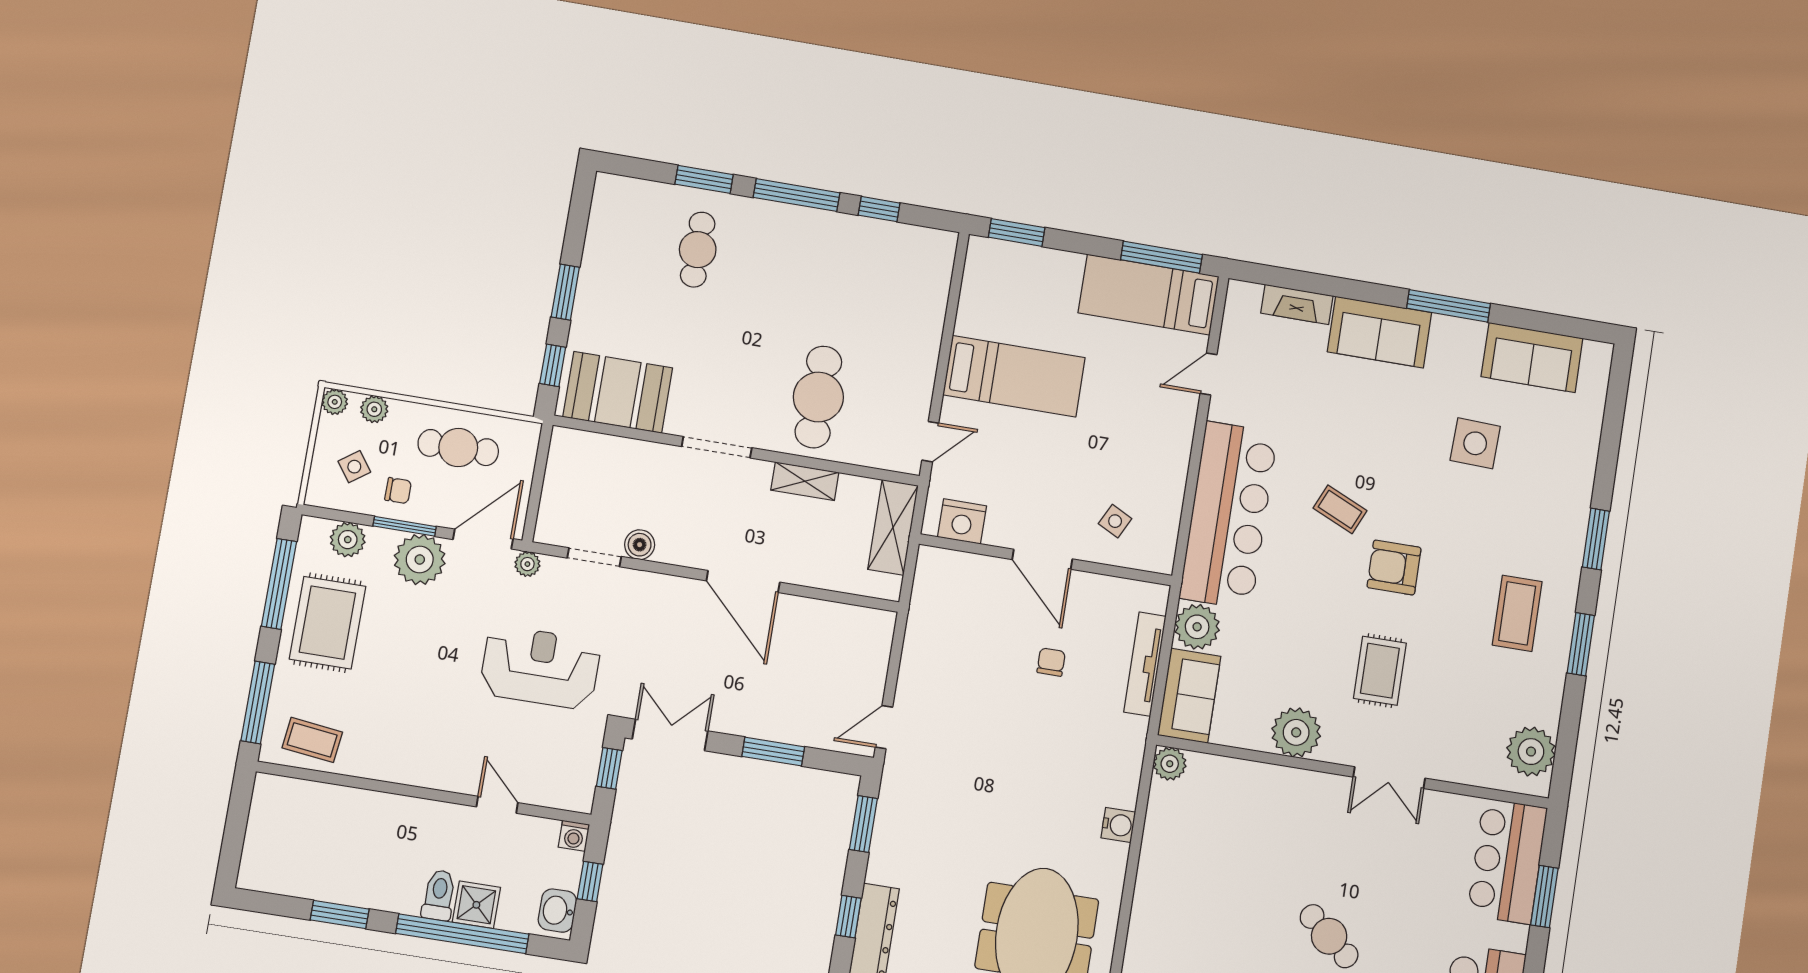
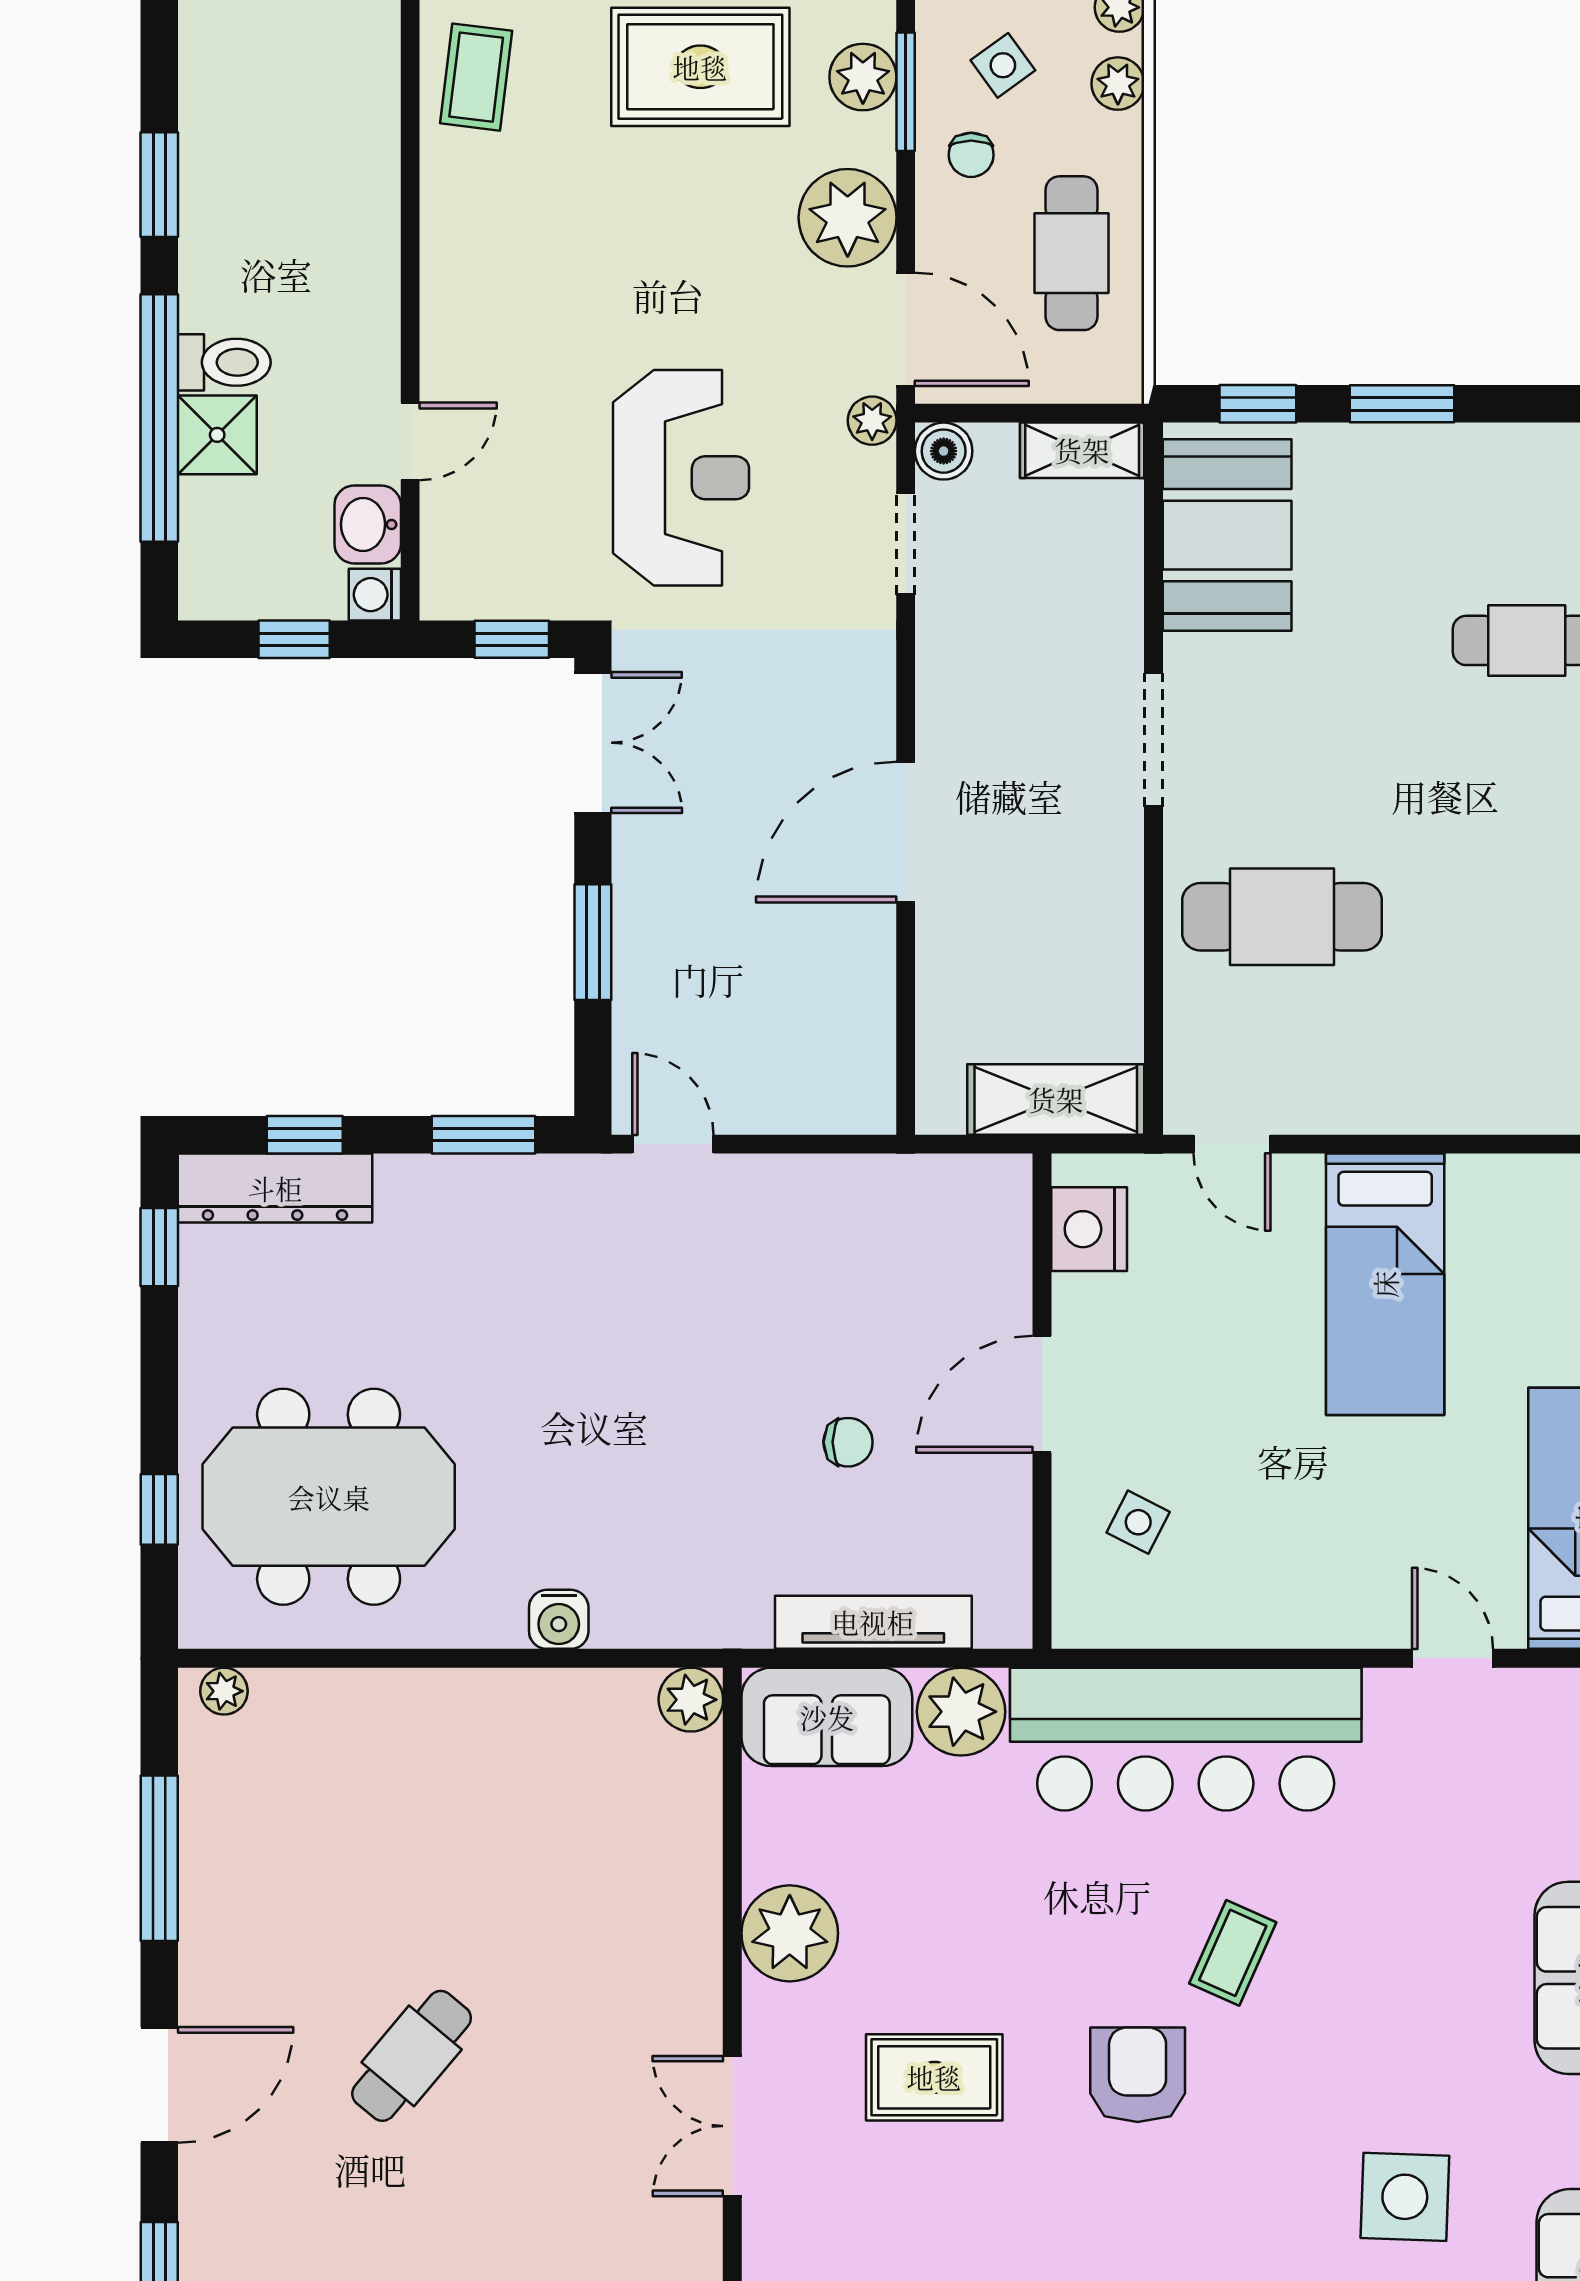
shelving: (805, 481) -> (1082, 450), moved, turned 90
window: (405, 526) -> (906, 92), moved
boiler: (640, 545) -> (944, 451), moved
washbasin: (557, 911) -> (368, 524), moved, turned -90

